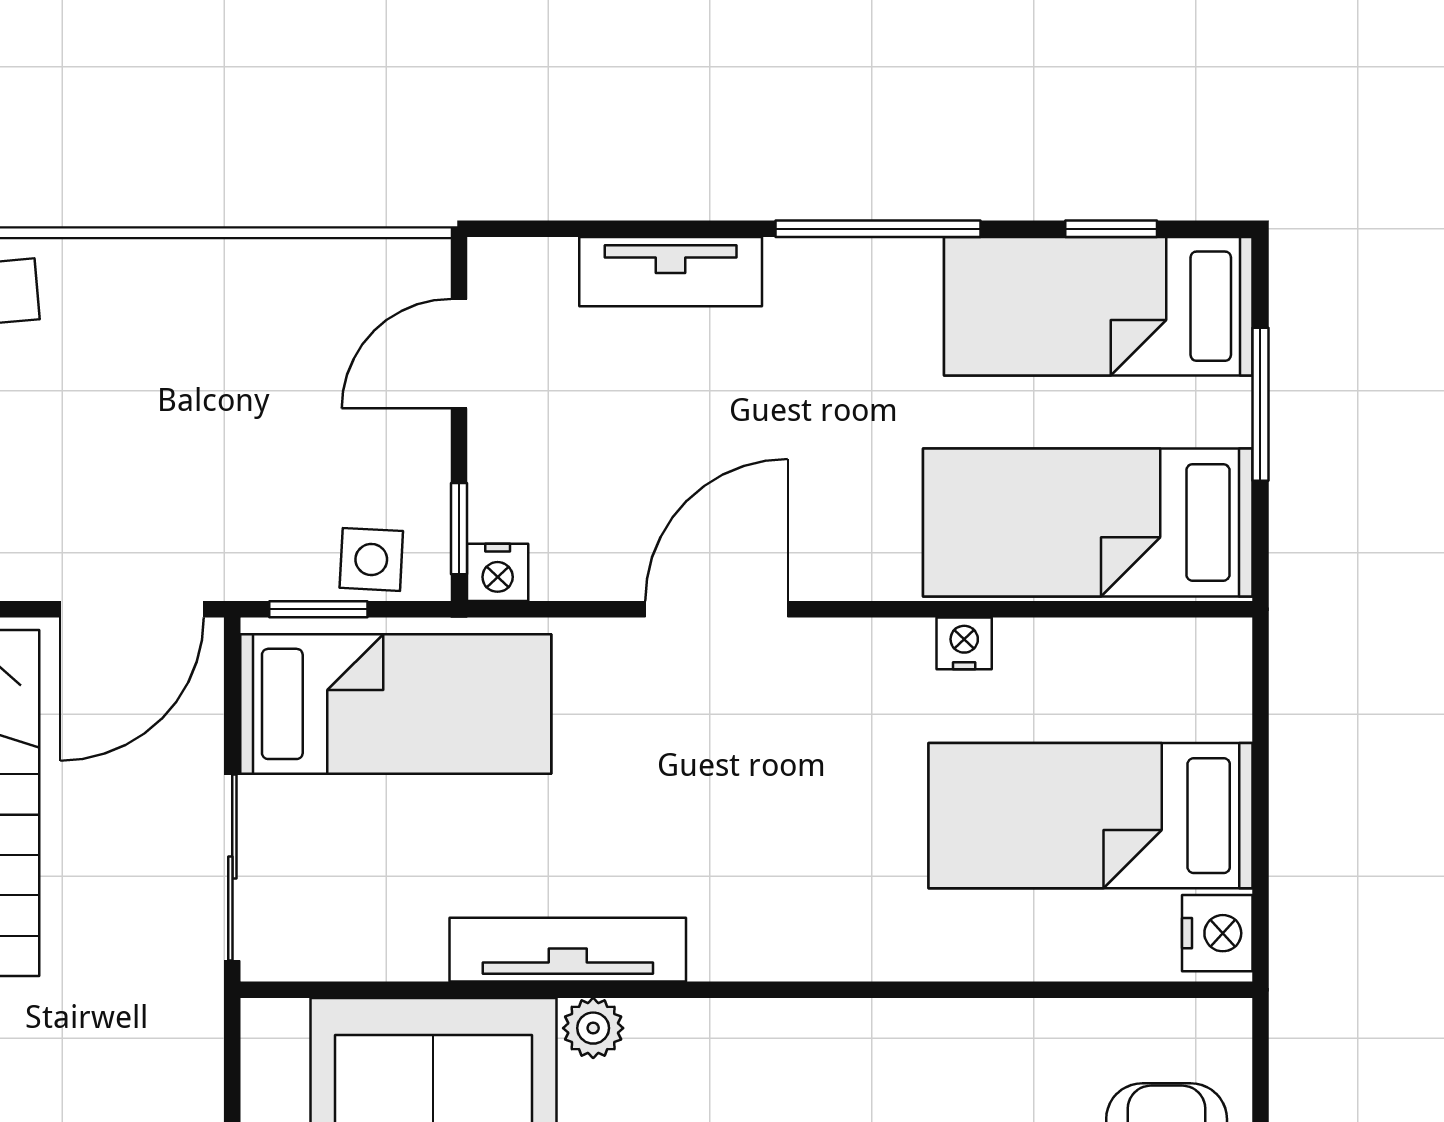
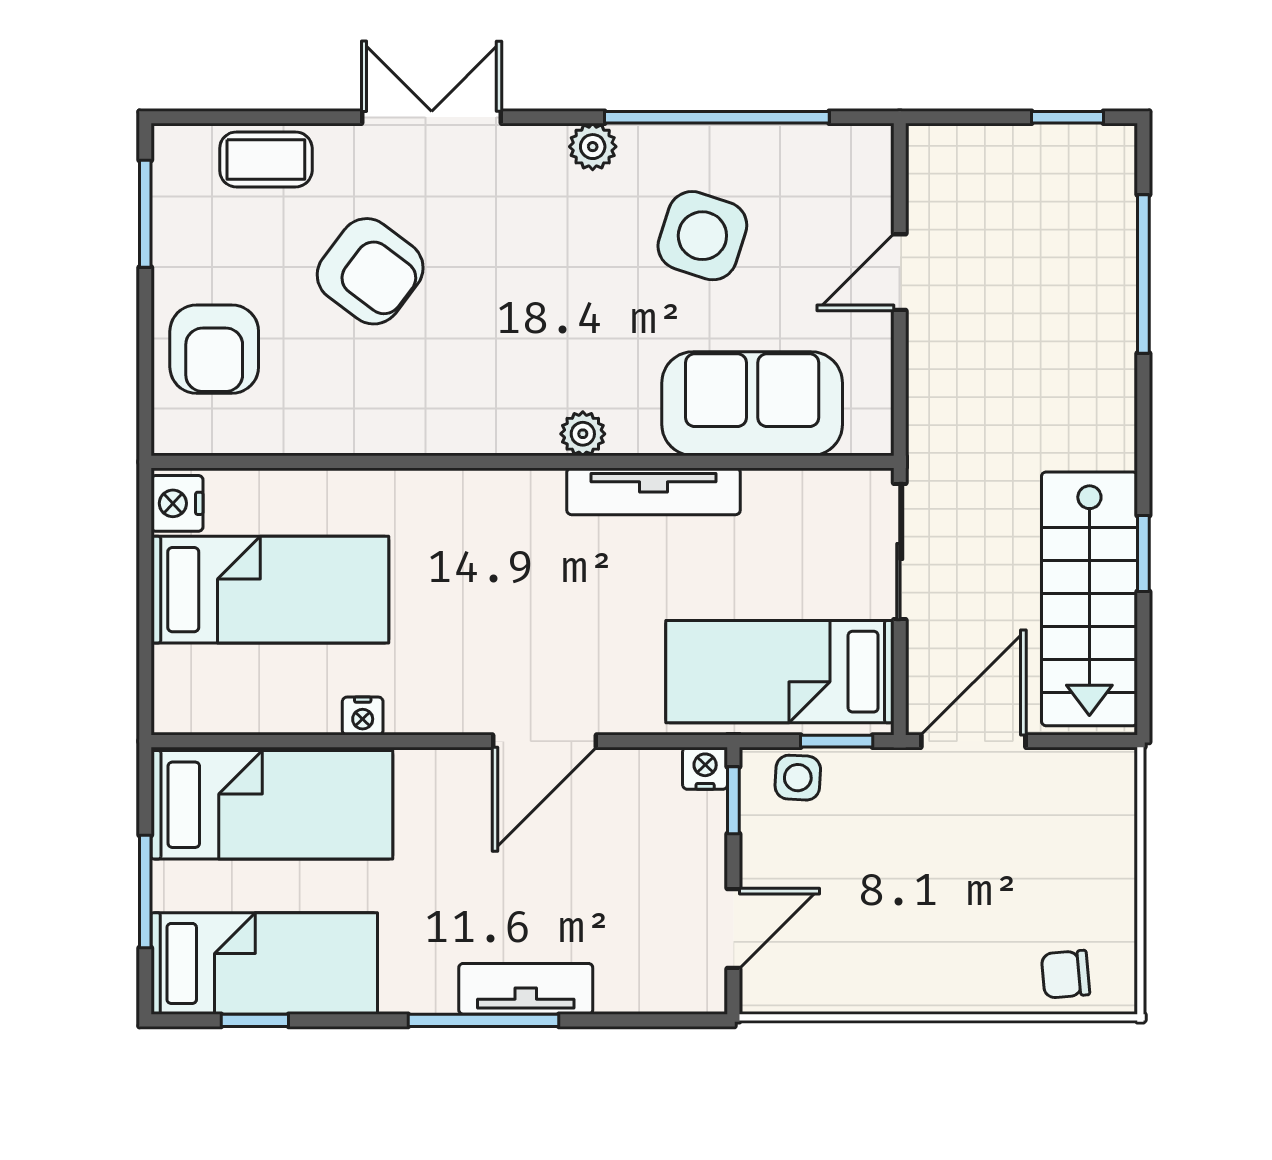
window: (878, 229) -> (484, 1020), moved
tv unit: (671, 272) -> (526, 989), moved
plant: (593, 1028) -> (583, 434), moved

